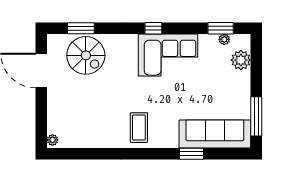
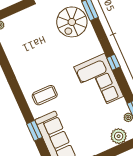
coffee table: (139, 128) -> (45, 95), moved

